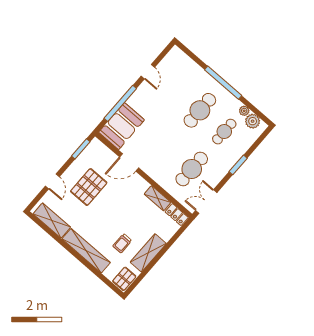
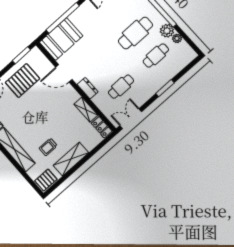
plant: (253, 121) -> (167, 31), moved
cafe table: (192, 169) -> (121, 87), width x0.73, depth x0.74
dresser: (156, 175) -> (88, 88), added
pallet: (89, 187) -> (22, 81), moved

